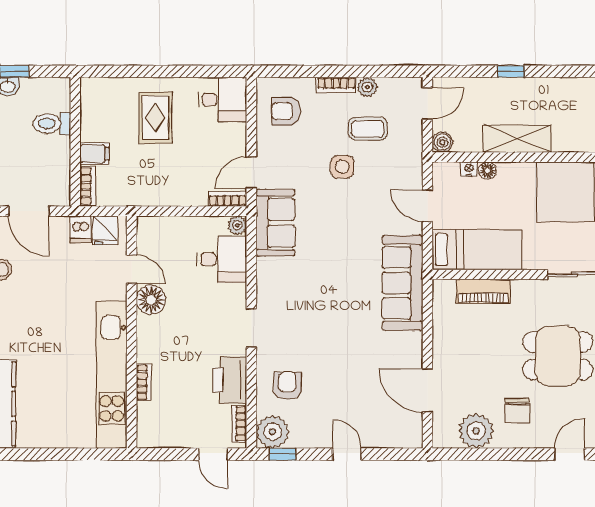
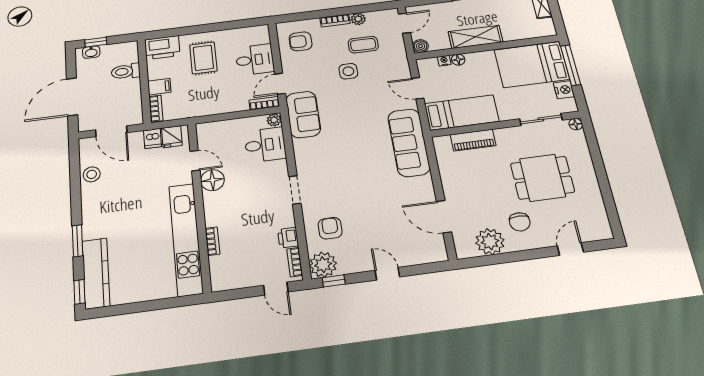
printer: (102, 93) -> (162, 48), added
desk: (223, 100) -> (255, 60), moved
printer: (230, 380) -> (288, 238), width x0.53, depth x0.68

